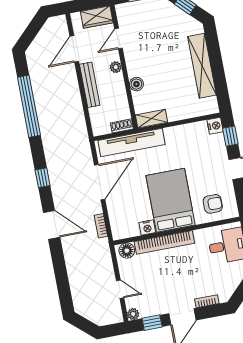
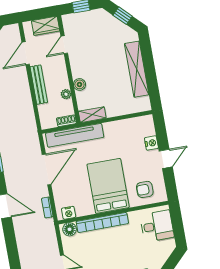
plant: (116, 67) -> (66, 94), moved
nightstand: (215, 126) -> (151, 143), moved
window: (230, 136) -> (161, 131), removed
armchair: (213, 204) -> (145, 189), turned 180
nightstand: (147, 227) -> (69, 213), moved

